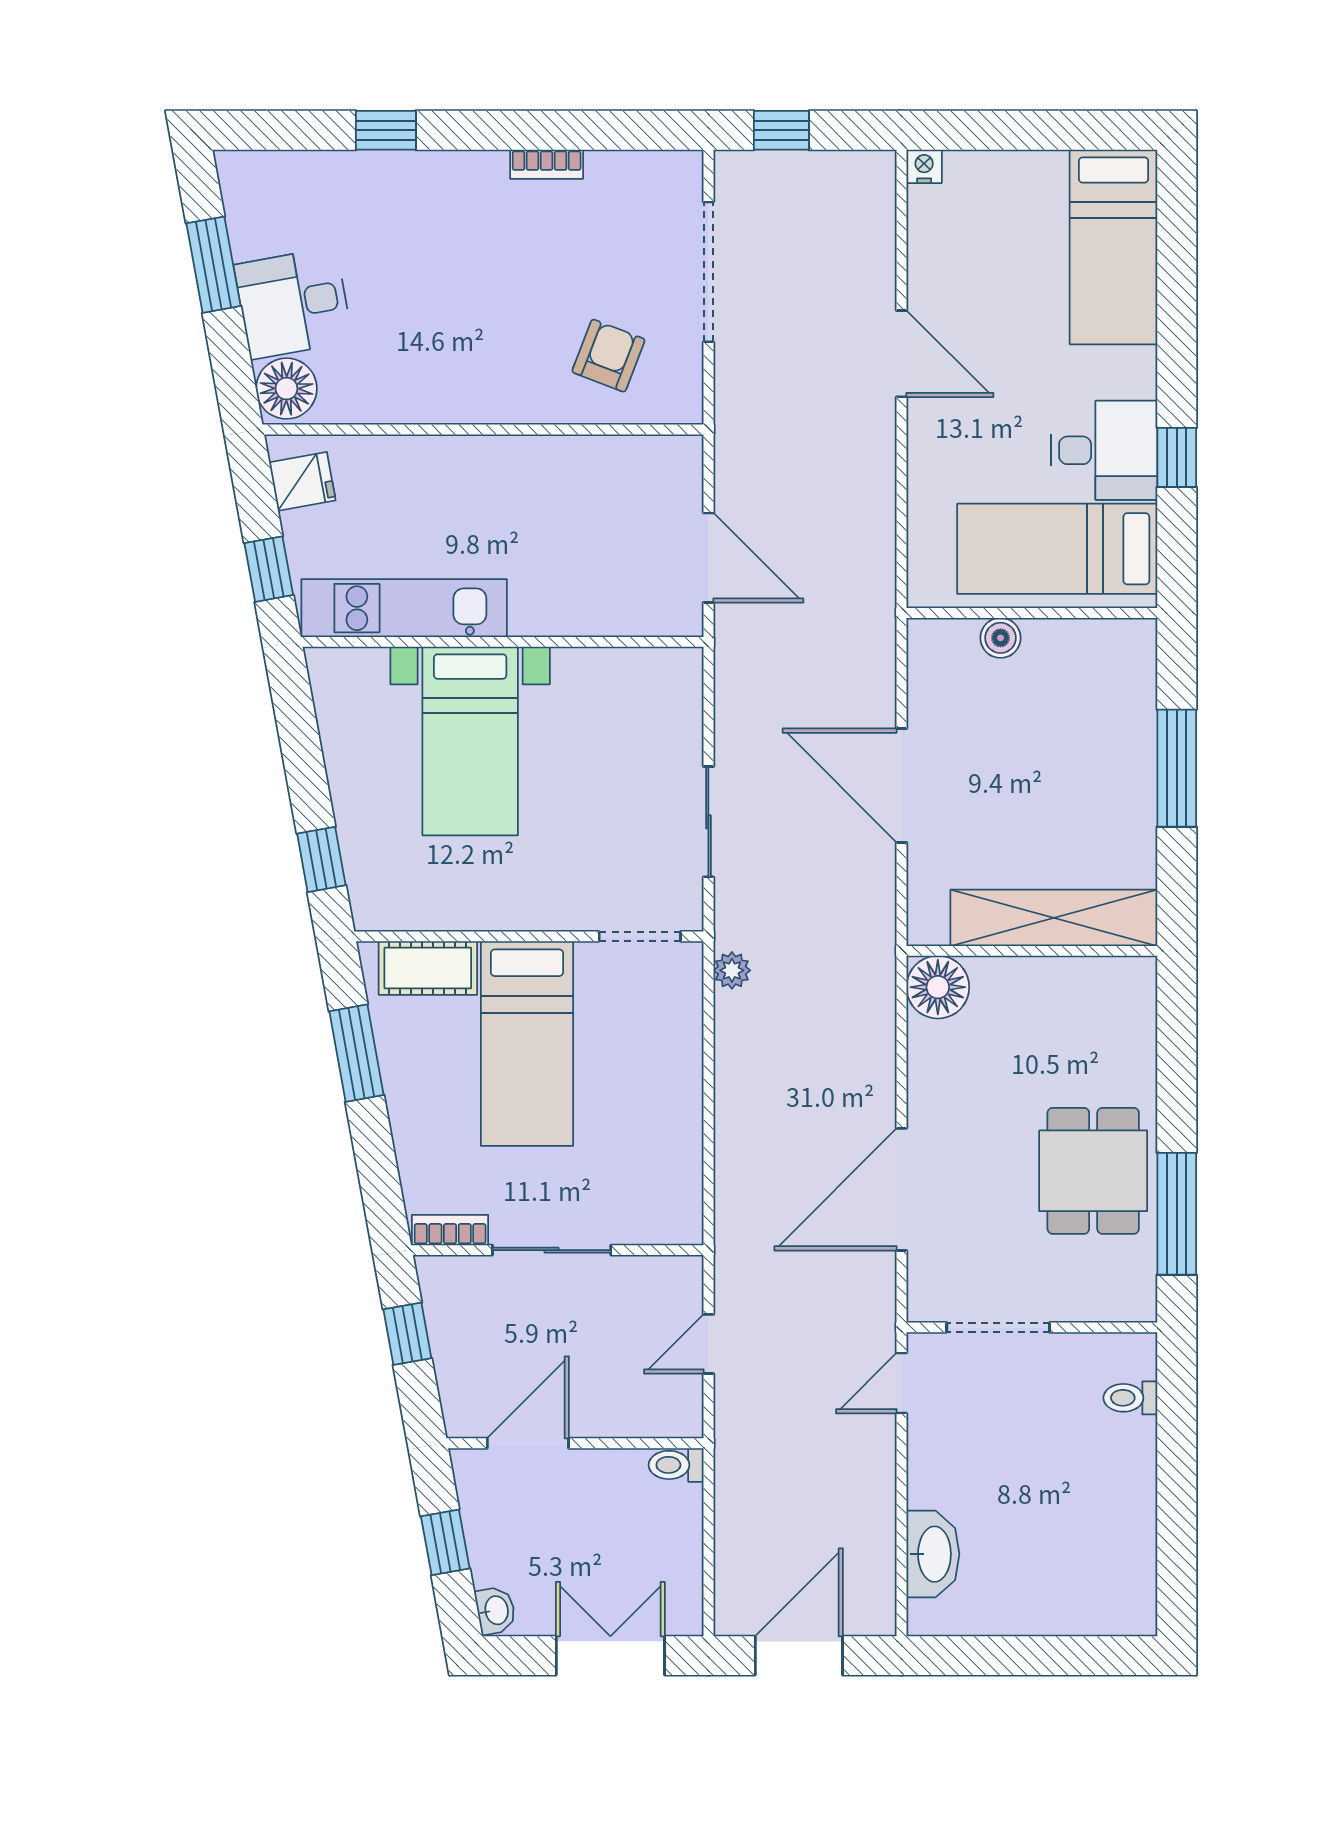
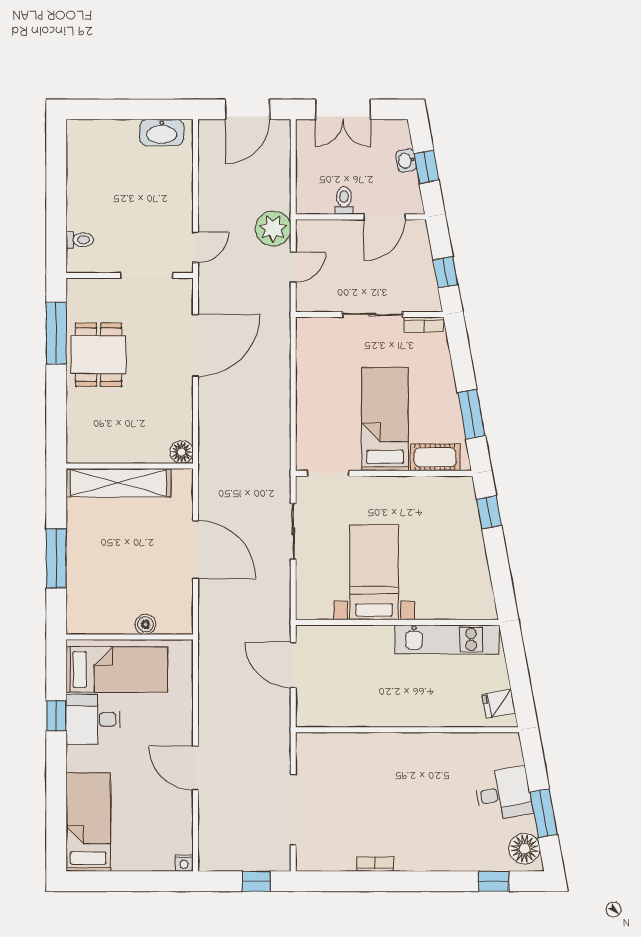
window: (386, 130) -> (494, 881), moved
armchair: (608, 356) -> (344, 767), removed
floor lamp: (286, 389) -> (525, 849), moved
window: (269, 569) -> (516, 659), removed
bed with nightstands: (470, 741) -> (374, 572), moved
plant: (732, 970) -> (273, 229), moved, width x1.87, depth x1.87
floor lamp: (938, 987) -> (181, 452), width x0.73, depth x0.73
toilet: (676, 1465) -> (344, 200), moved, turned -90
washbasin: (933, 1554) -> (162, 133), moved, turned -90
washbasin: (496, 1610) -> (406, 161), moved

